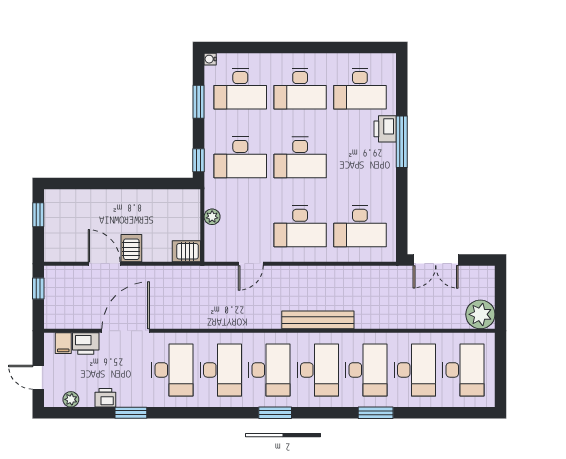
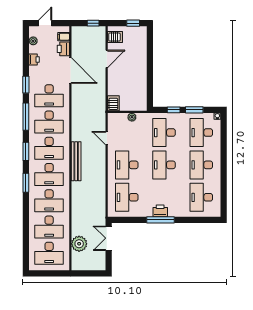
printer: (385, 129) -> (160, 211), moved
window: (402, 142) -> (160, 220), moved
window: (199, 160) -> (174, 110), moved
server rack: (131, 248) -> (115, 37), moved
plant: (480, 314) -> (79, 244), moved
bench: (318, 320) -> (76, 161), moved
window: (131, 413) -> (26, 85), moved
window: (211, 413) -> (26, 117), added
window: (376, 413) -> (26, 183), moved

